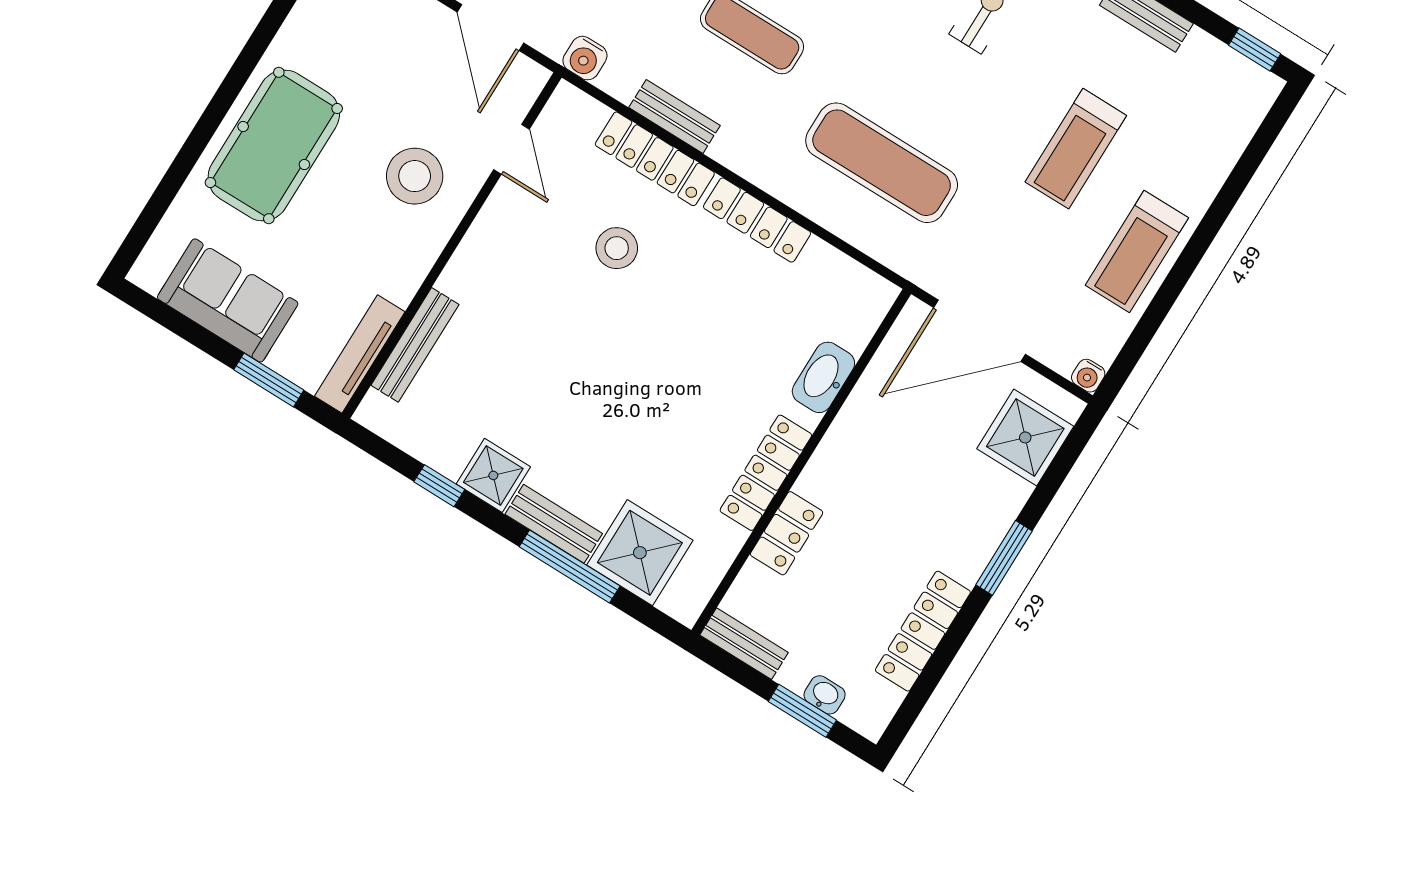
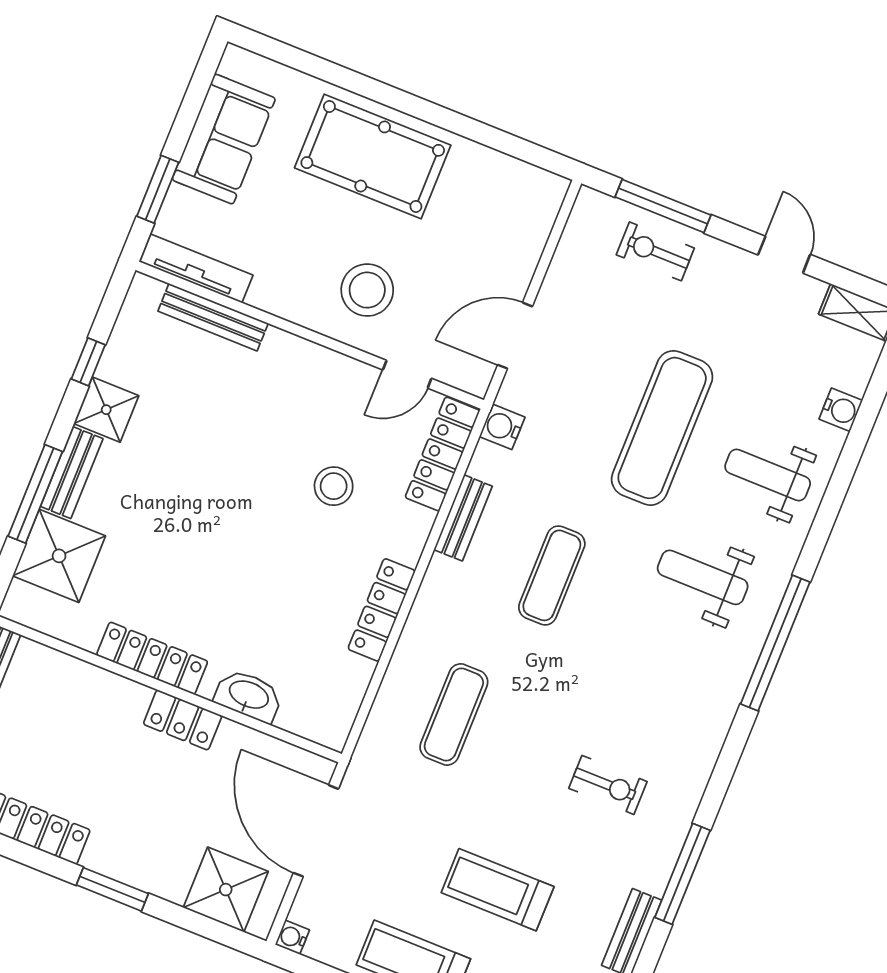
locker: (655, 159) -> (442, 454), moved
exercise mat: (882, 163) -> (454, 714), width x0.73, depth x0.69
locker: (787, 533) -> (183, 720), moved

